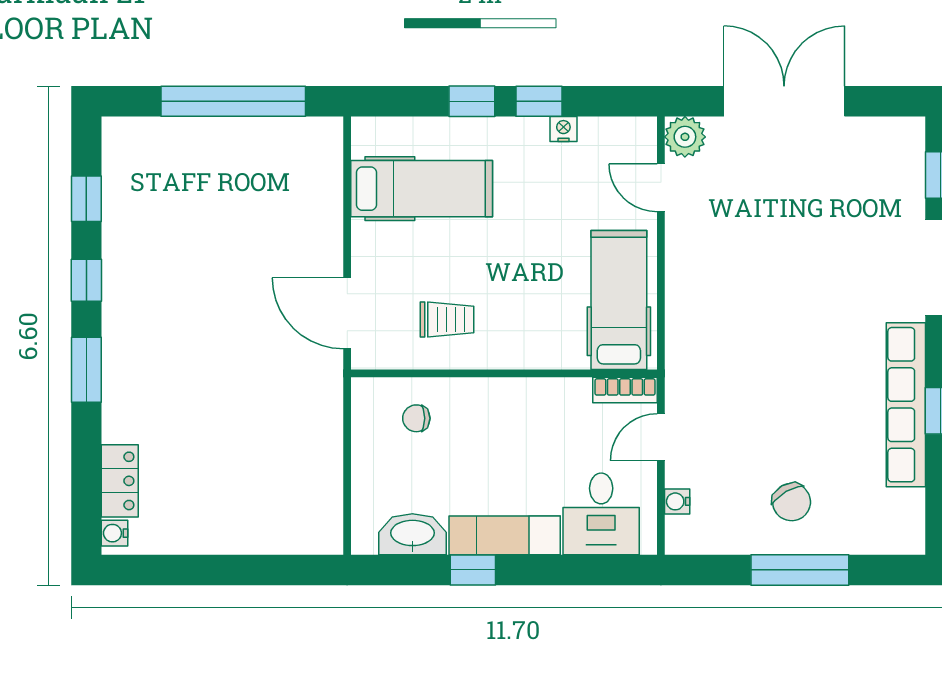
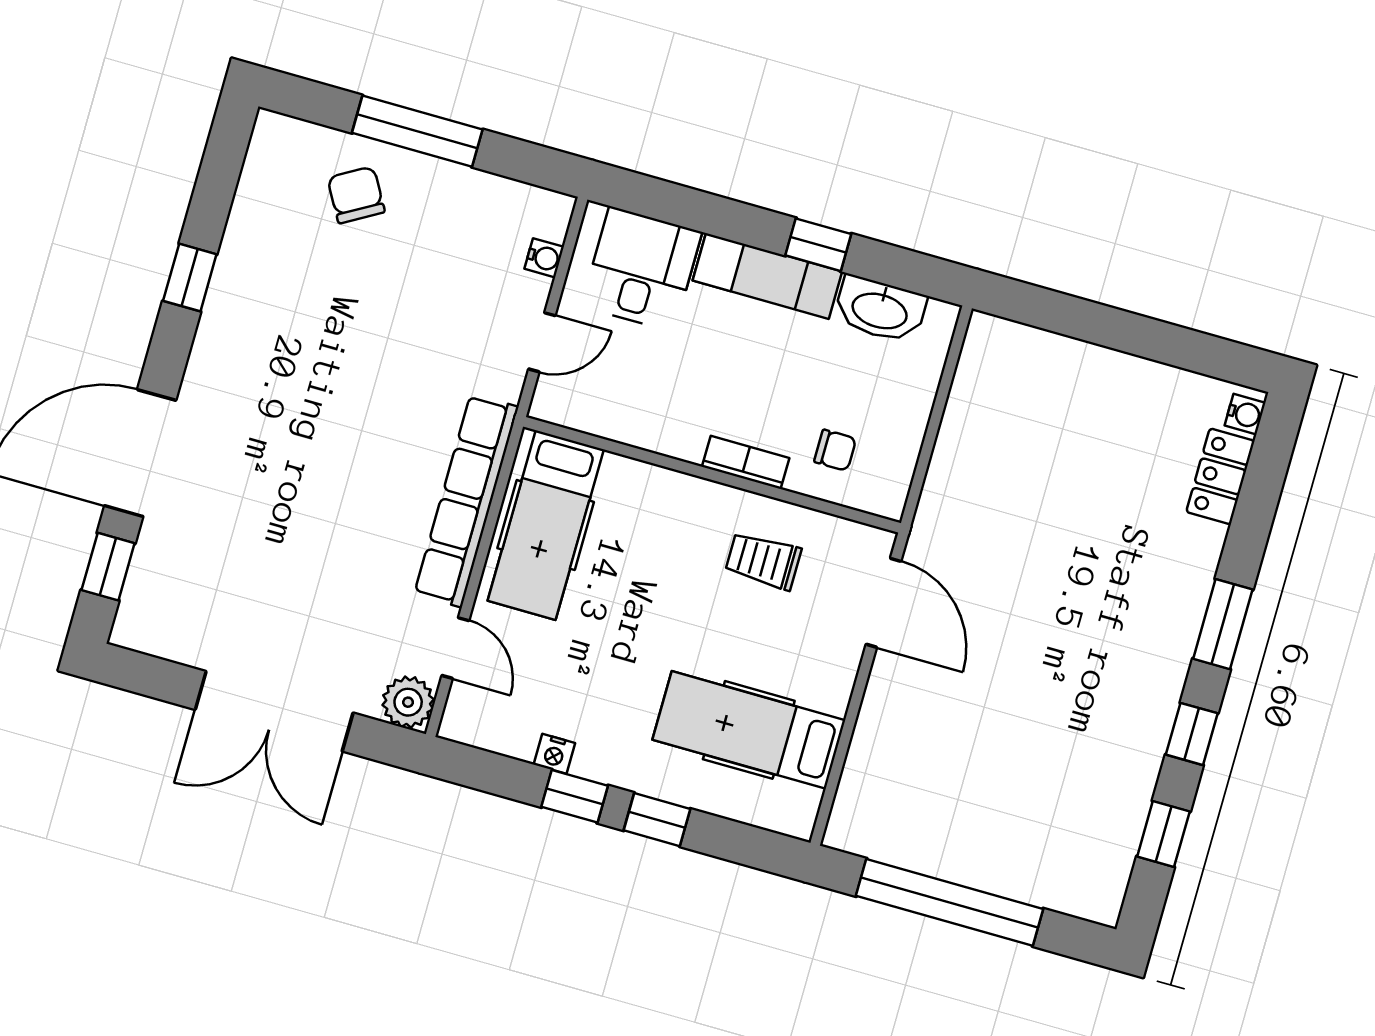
bookcase: (625, 390) -> (746, 462), moved
row of seats: (906, 405) -> (466, 500), moved, turned 180
chair: (792, 502) -> (356, 195), moved

